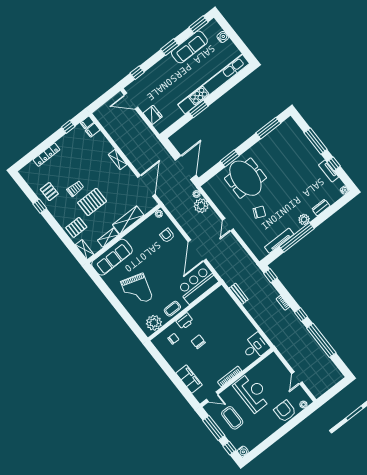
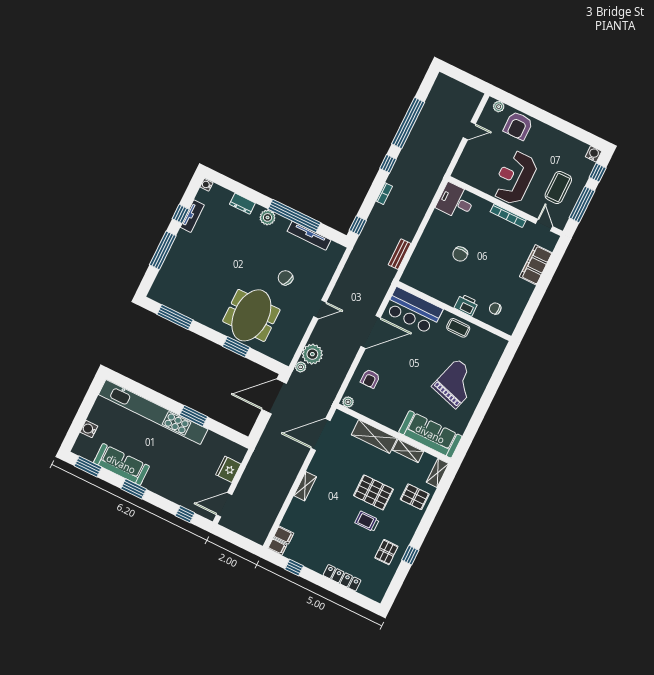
door: (131, 101) -> (224, 505), swing flipped
plant: (154, 323) -> (487, 342), removed
chair: (198, 342) -> (460, 254), moved

